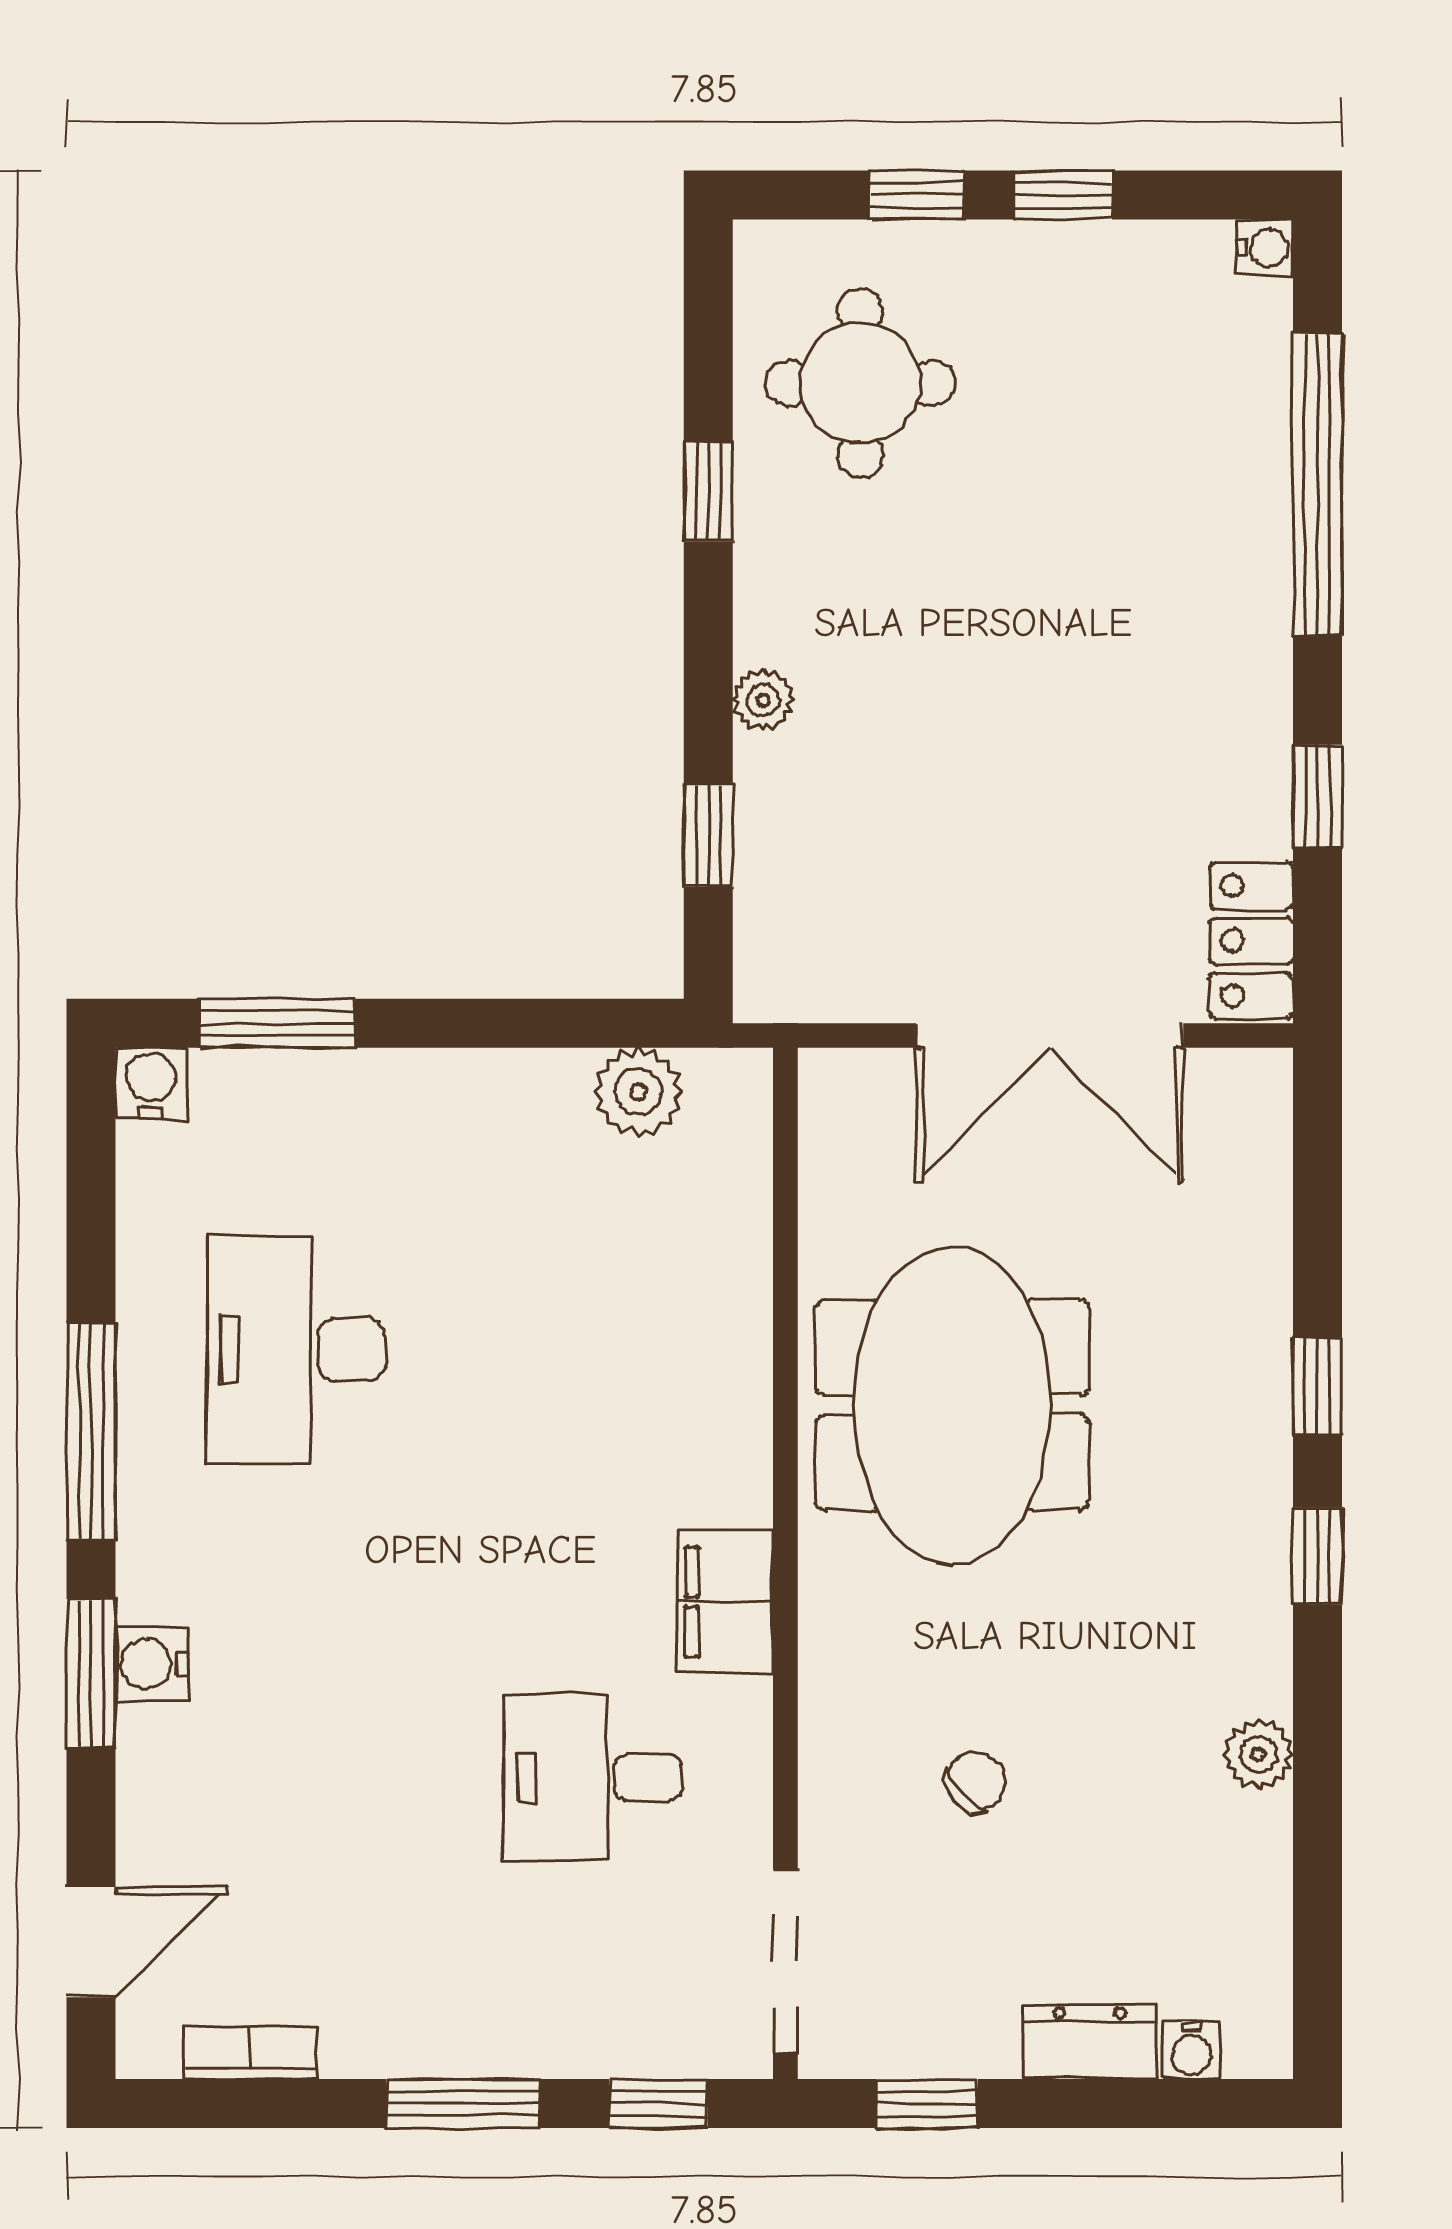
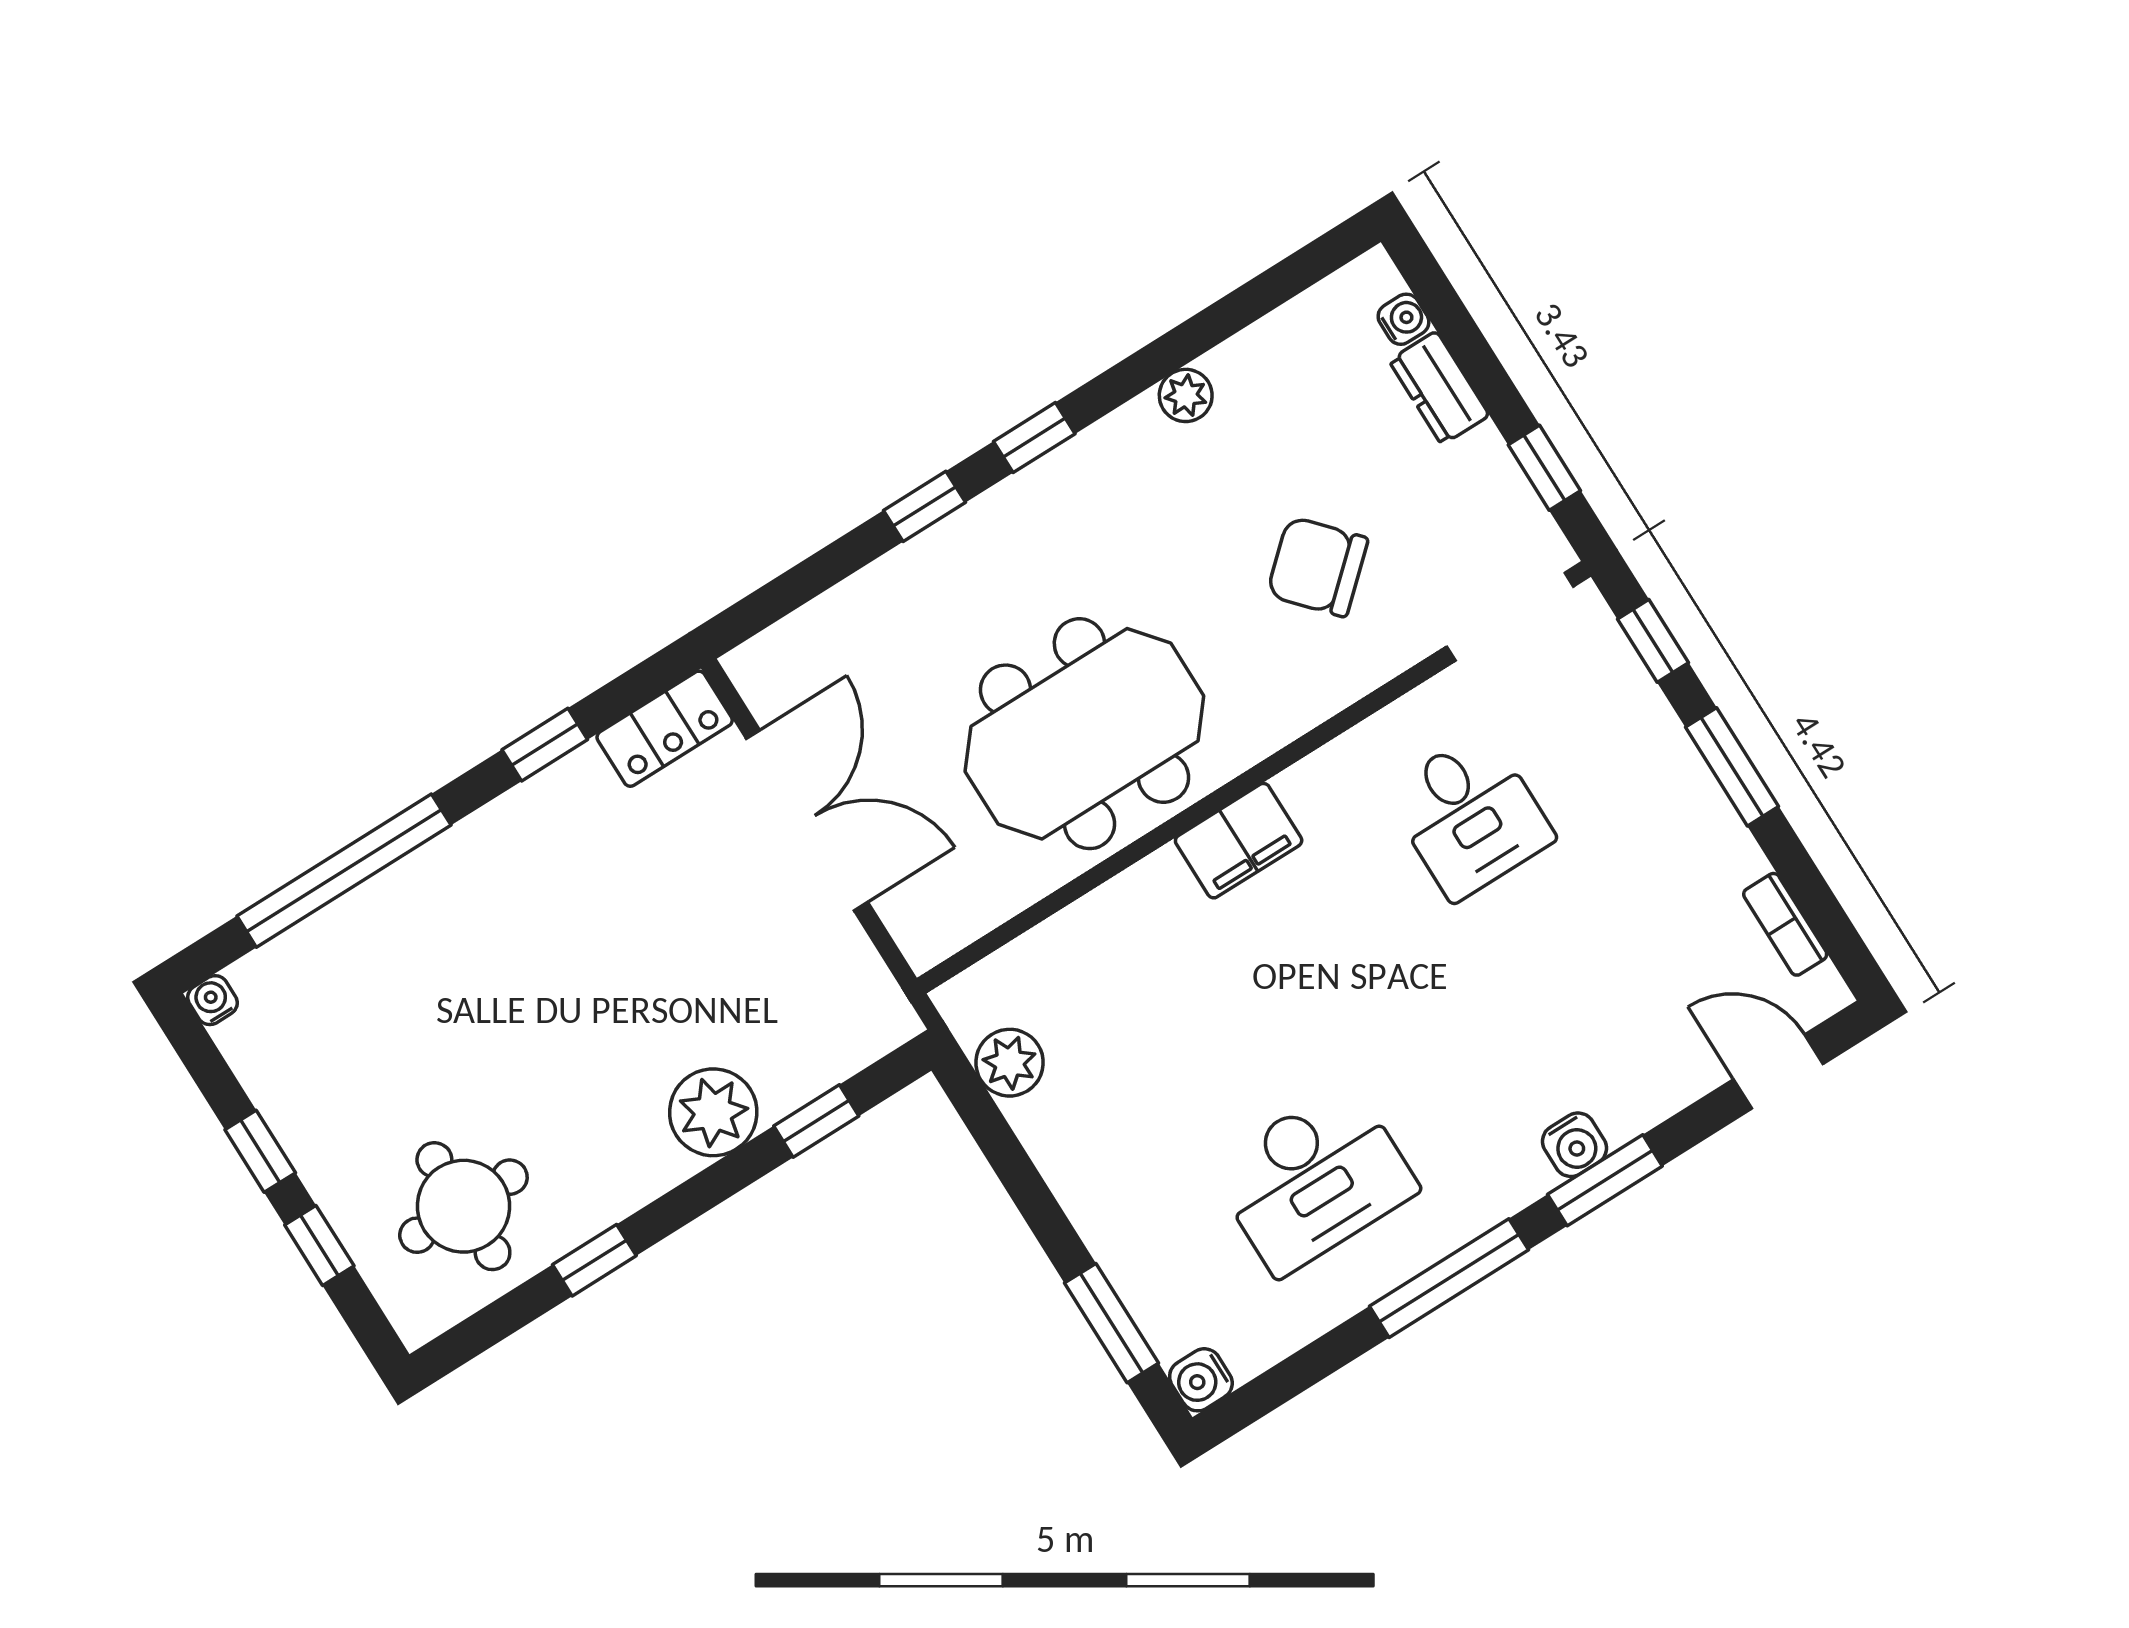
plant: (763, 700) -> (713, 1112), width x1.88, depth x1.88
filing cabinet: (725, 1602) -> (1239, 841), moved
chair: (976, 1781) -> (1317, 567), width x1.87, depth x1.87

